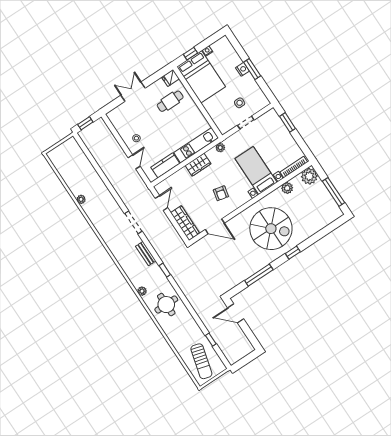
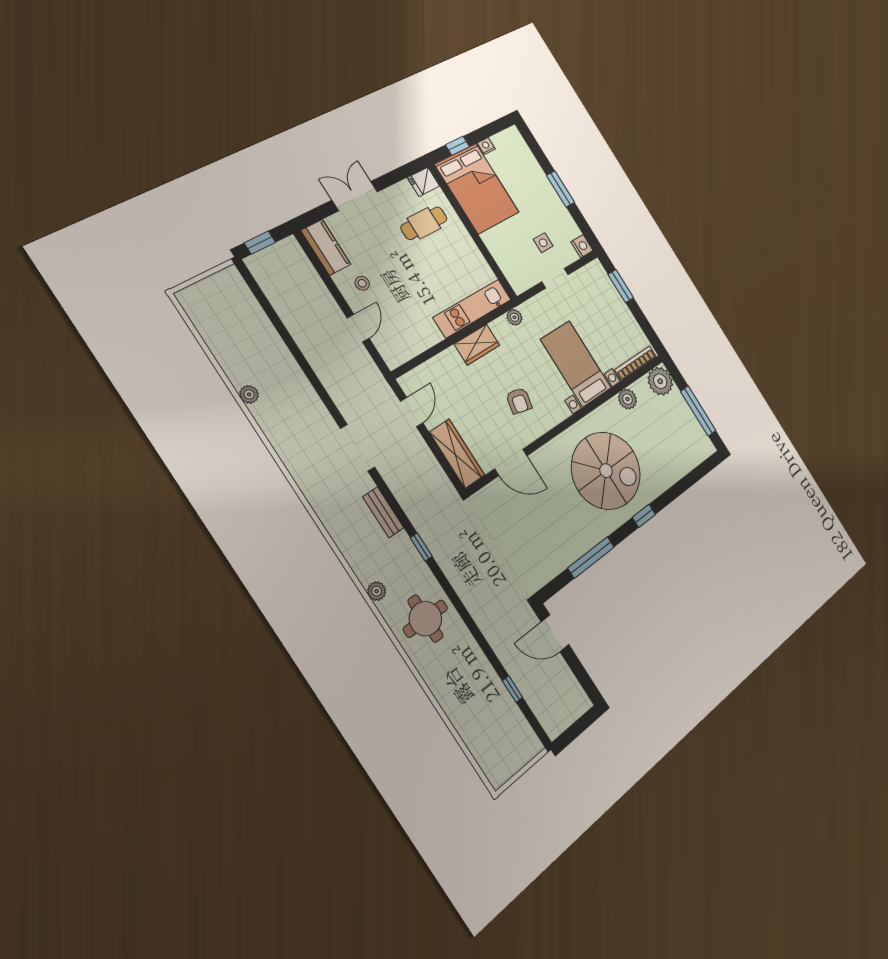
nightstand: (242, 69) -> (582, 246), moved
kitchen counter: (165, 165) -> (326, 247), moved, turned 90
sun lounger: (201, 361) -> (496, 736), removed

